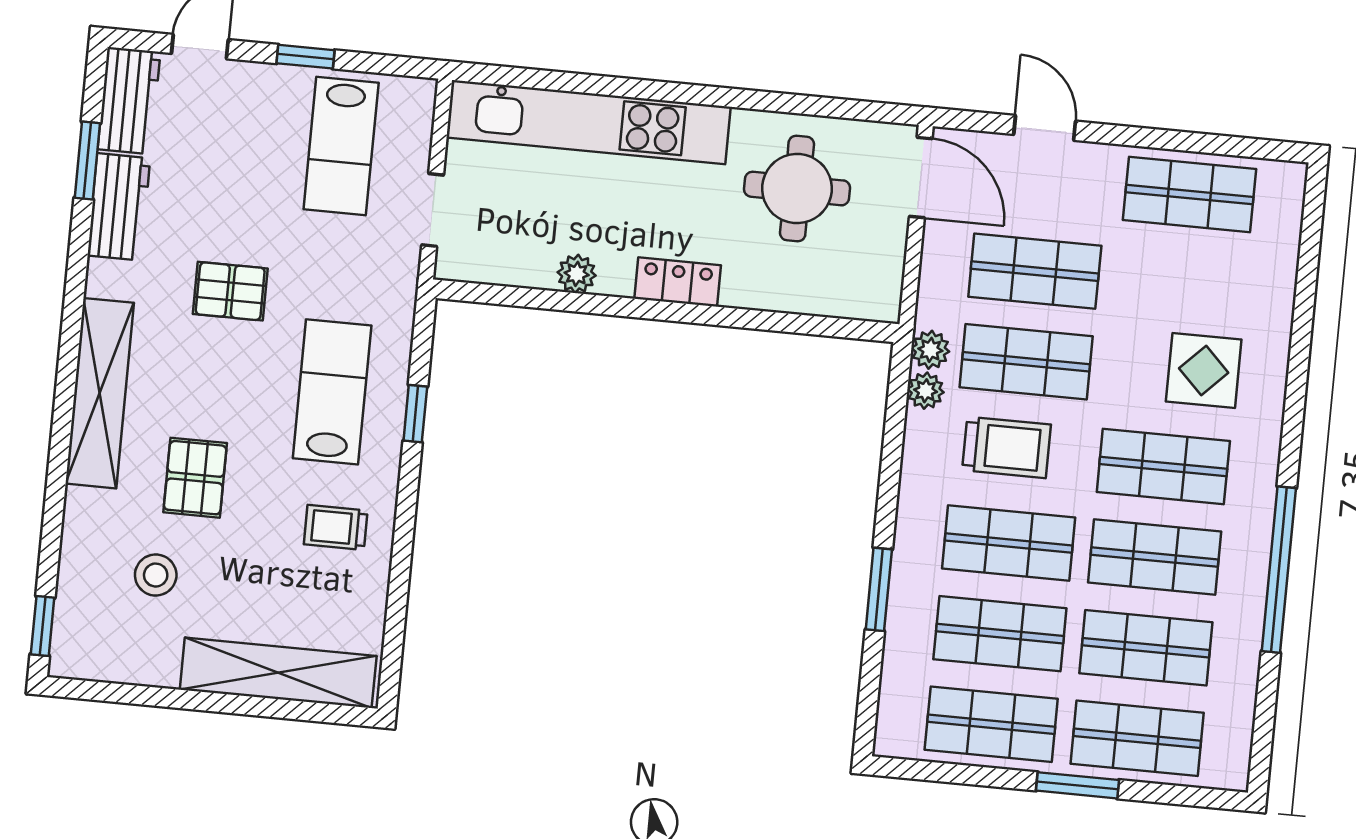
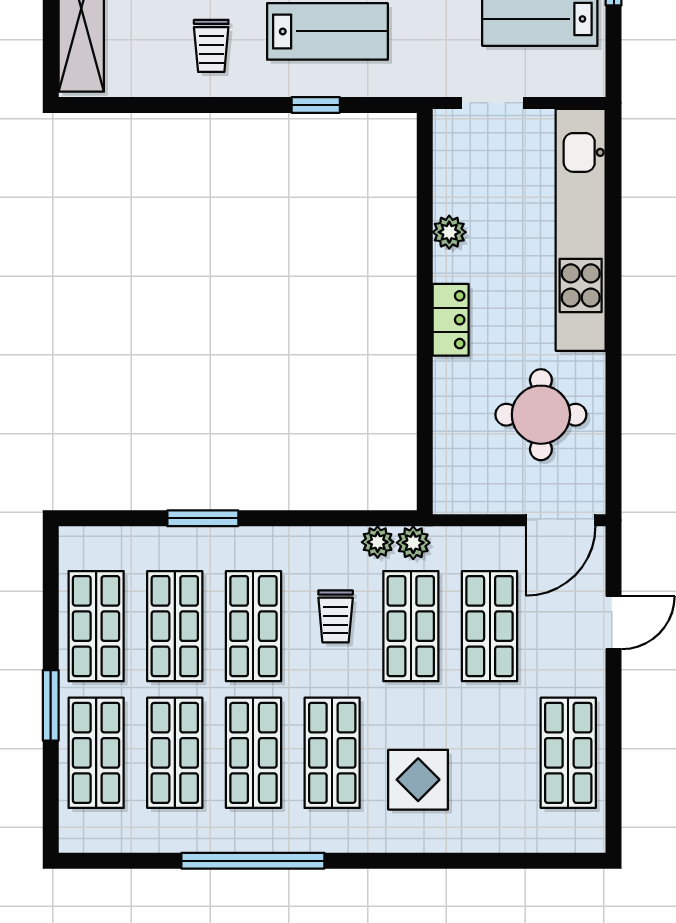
trolley: (1007, 447) -> (336, 616), width x0.73, depth x0.72
trolley: (336, 527) -> (211, 46), turned 180

